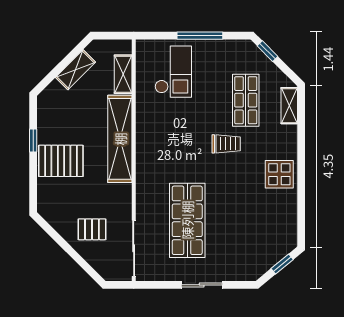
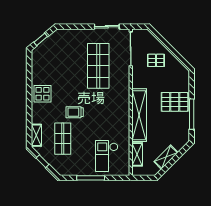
window: (268, 51) -> (42, 161), moved
window: (33, 141) -> (192, 114), width x2.17
sliding door: (202, 285) -> (107, 27), moved

